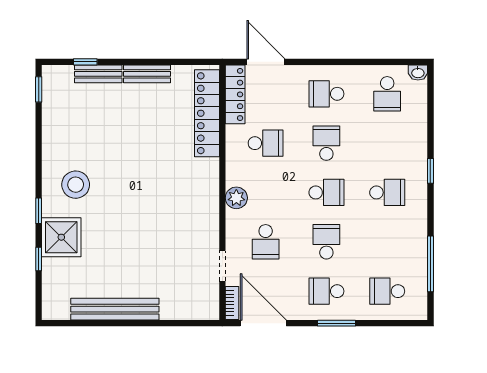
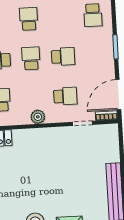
school desk: (326, 242) -> (63, 57), turned 180
school desk: (326, 291) -> (95, 55), removed

